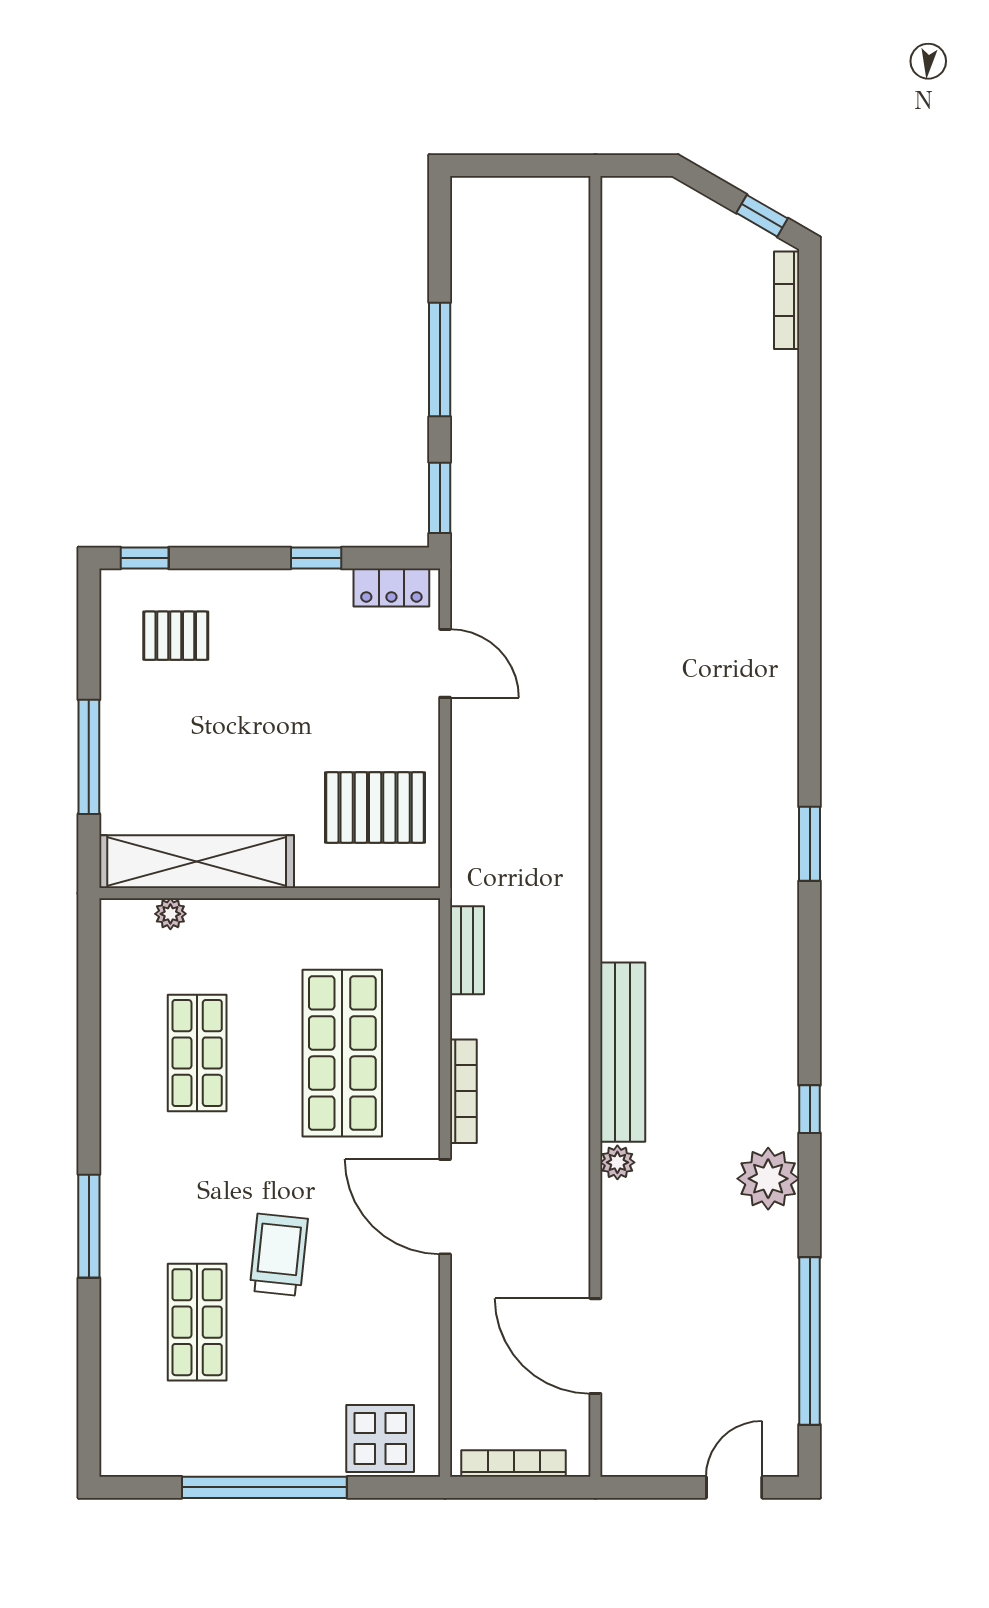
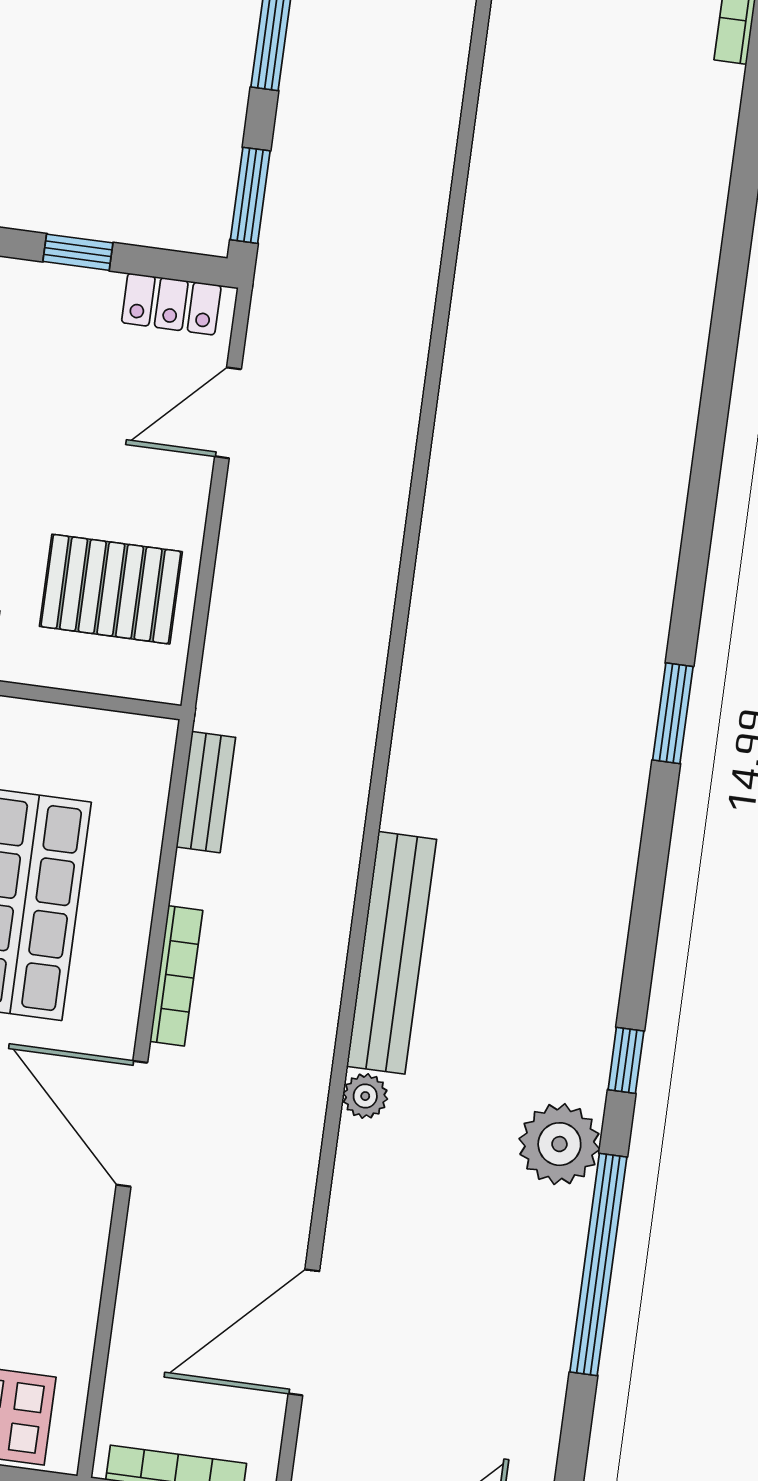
door: (445, 663) -> (228, 413), swing flipped
window: (810, 1341) -> (598, 1264), moved
door: (595, 1346) -> (304, 1332), hinge flipped

